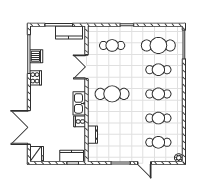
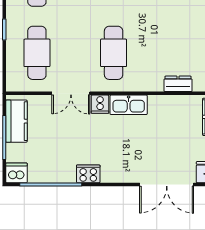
cafe table: (112, 45) -> (37, 53), width x1.37, depth x1.35
dishwasher: (36, 56) -> (16, 173), moved
cooker: (80, 121) -> (100, 104), moved

